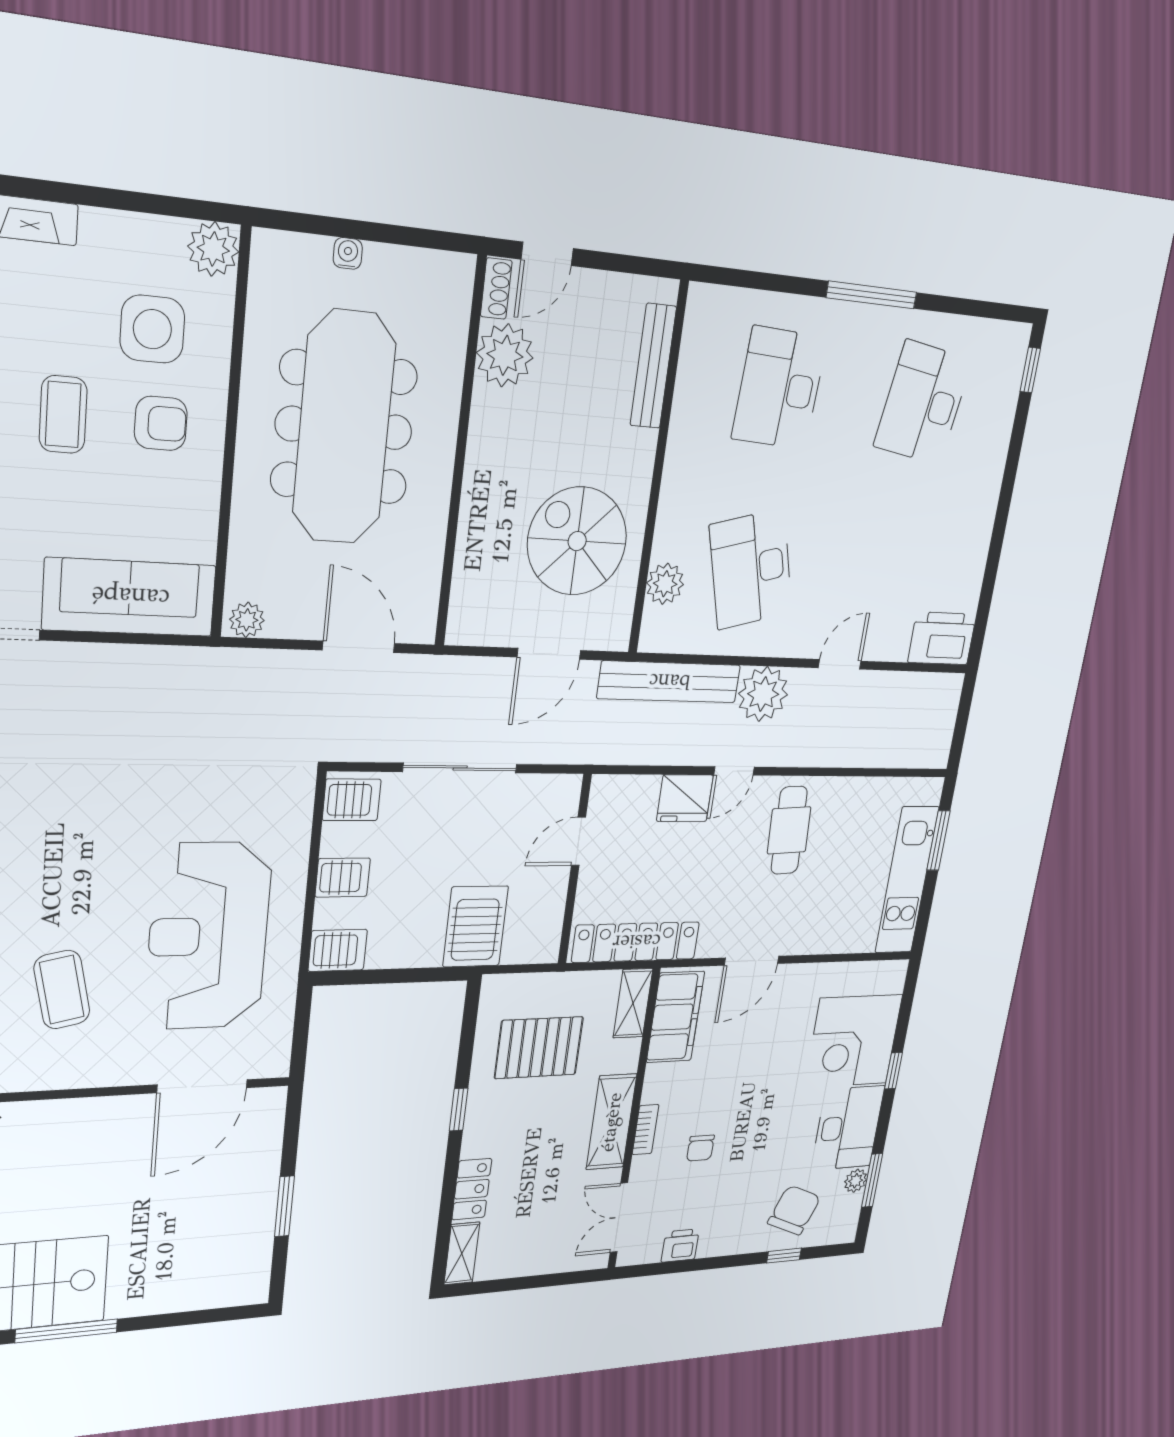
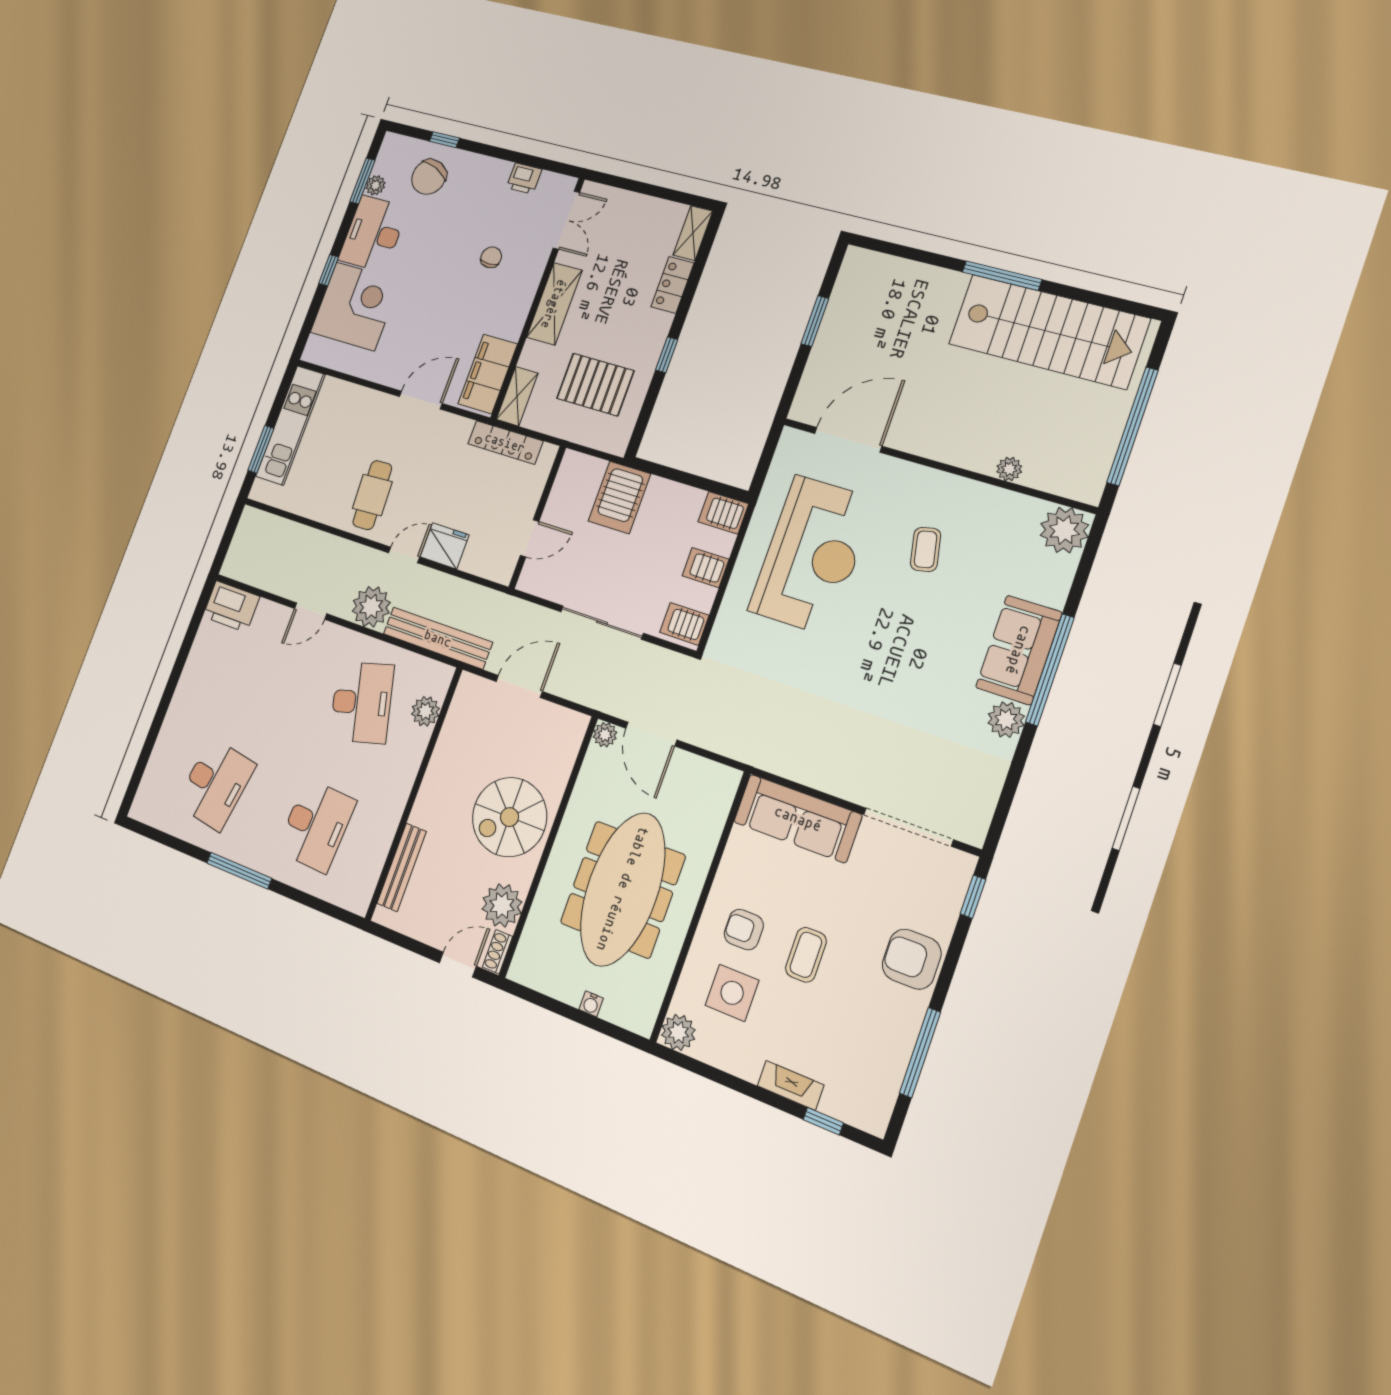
window: (1030, 370) -> (134, 784), removed
spiral stairs: (577, 541) -> (509, 817), moved, turned 90
plant: (247, 620) -> (605, 735), moved
locker: (636, 942) -> (505, 442), width x0.71, depth x0.83
coffee table: (62, 990) -> (926, 549), width x0.73, depth x0.77
bookcase: (646, 1130) -> (530, 288), removed

